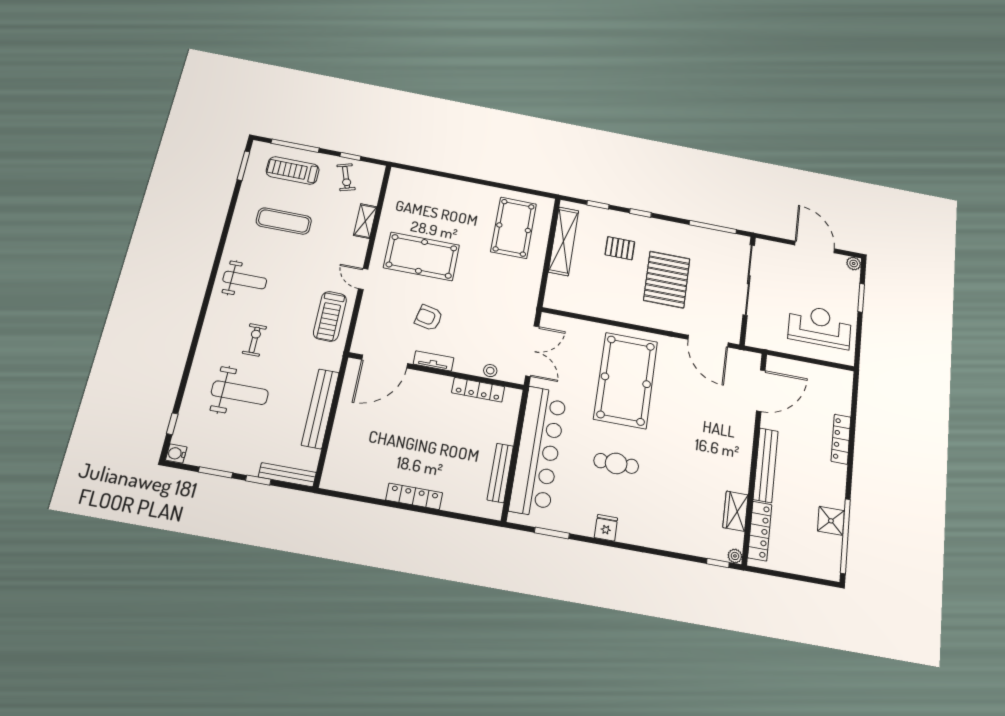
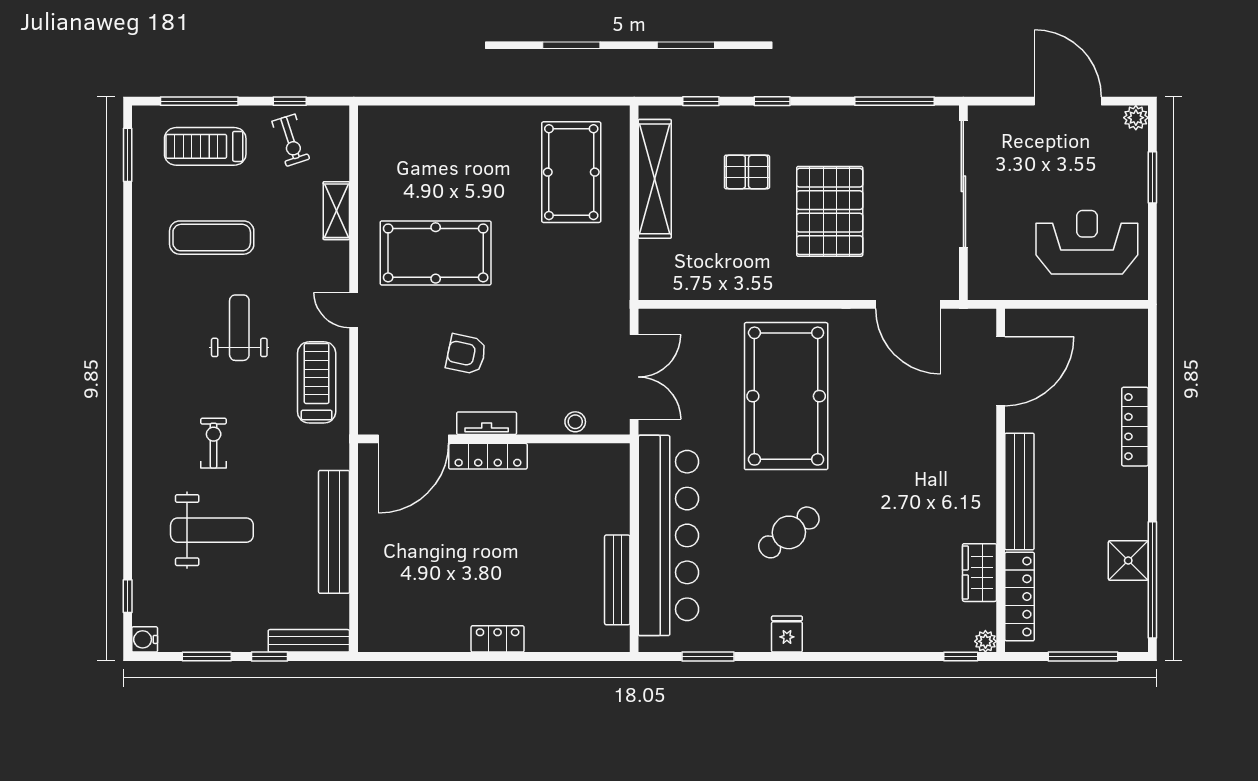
weight bench: (245, 280) -> (239, 328), moved, turned -90
treadmill: (330, 316) -> (317, 382), turned 180
locker: (478, 390) -> (488, 456), moved
cafe table: (616, 463) -> (789, 532), turned -37
locker: (414, 496) -> (498, 639), width x0.66
window: (797, 577) -> (1083, 656), added

